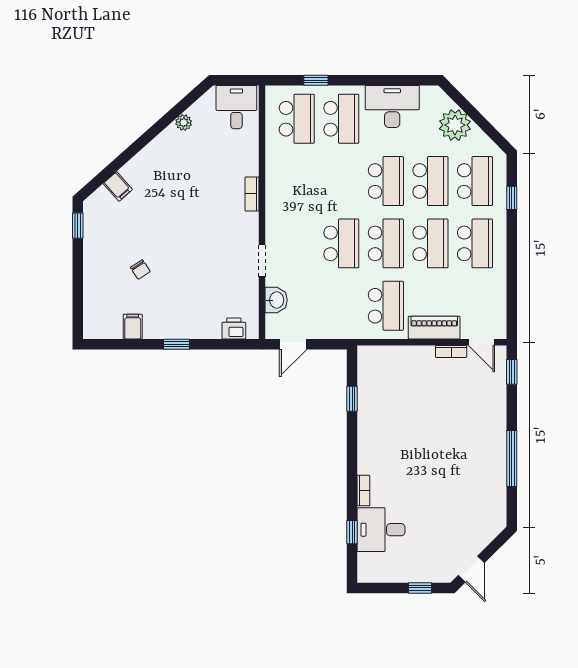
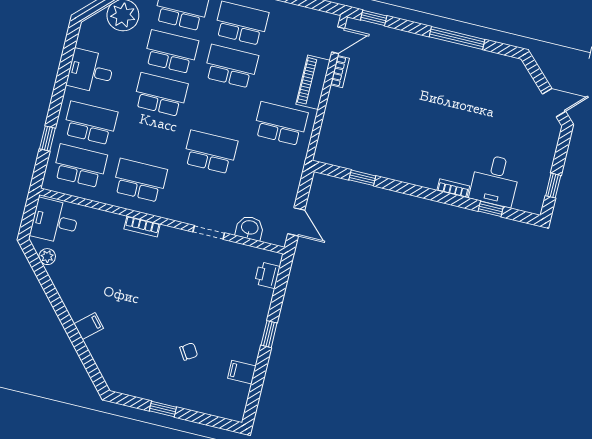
desk: (392, 106) -> (90, 71), width x0.73
plant: (184, 122) -> (47, 257), moved
filing cabinet: (118, 186) -> (89, 326), moved
window: (78, 226) -> (163, 409), moved
school desk: (386, 243) -> (140, 180), moved
window: (420, 588) -> (553, 186), moved

